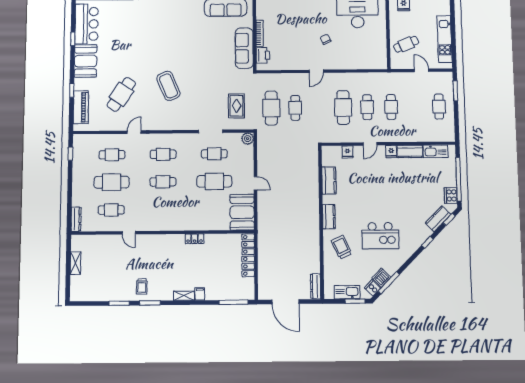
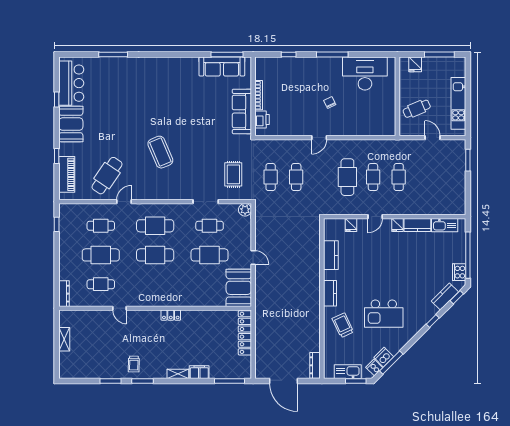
cafe table: (121, 94) -> (107, 176), moved
cafe table: (439, 107) -> (450, 177), removed
cafe table: (271, 108) -> (271, 177), width x0.73, depth x0.74
cafe table: (163, 154) -> (155, 226), width x1.37, depth x1.35
cafe table: (163, 182) -> (155, 255), width x1.37, depth x1.35
locker: (195, 239) -> (171, 315), moved
filing cabinet: (200, 294) -> (199, 372), width x2.00

